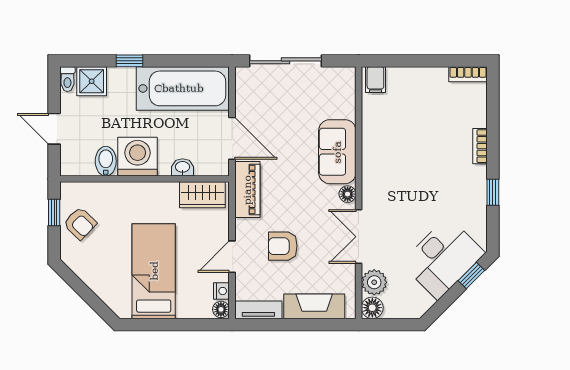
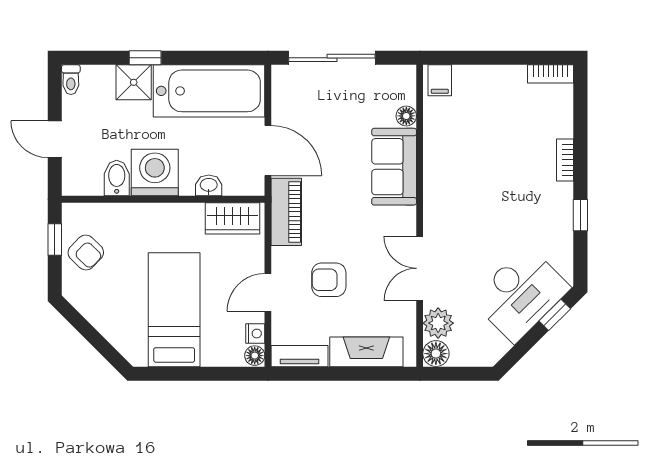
shower: (92, 81) -> (134, 82), moved
floor lamp: (348, 194) -> (406, 116), moved

